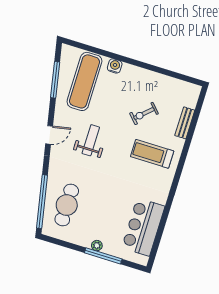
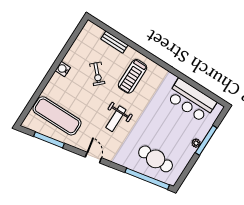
water cooler: (115, 66) -> (63, 69), moved
weight bench: (91, 140) -> (116, 119), moved, turned -90

